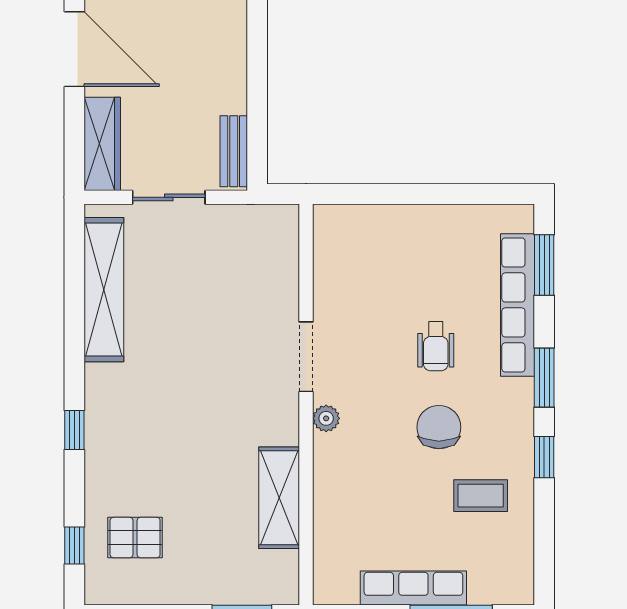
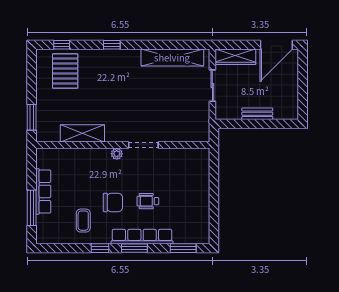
bench: (234, 151) -> (257, 114), moved
row of seats: (517, 305) -> (142, 236), moved
pallet: (135, 538) -> (65, 71), width x1.50, depth x1.42

